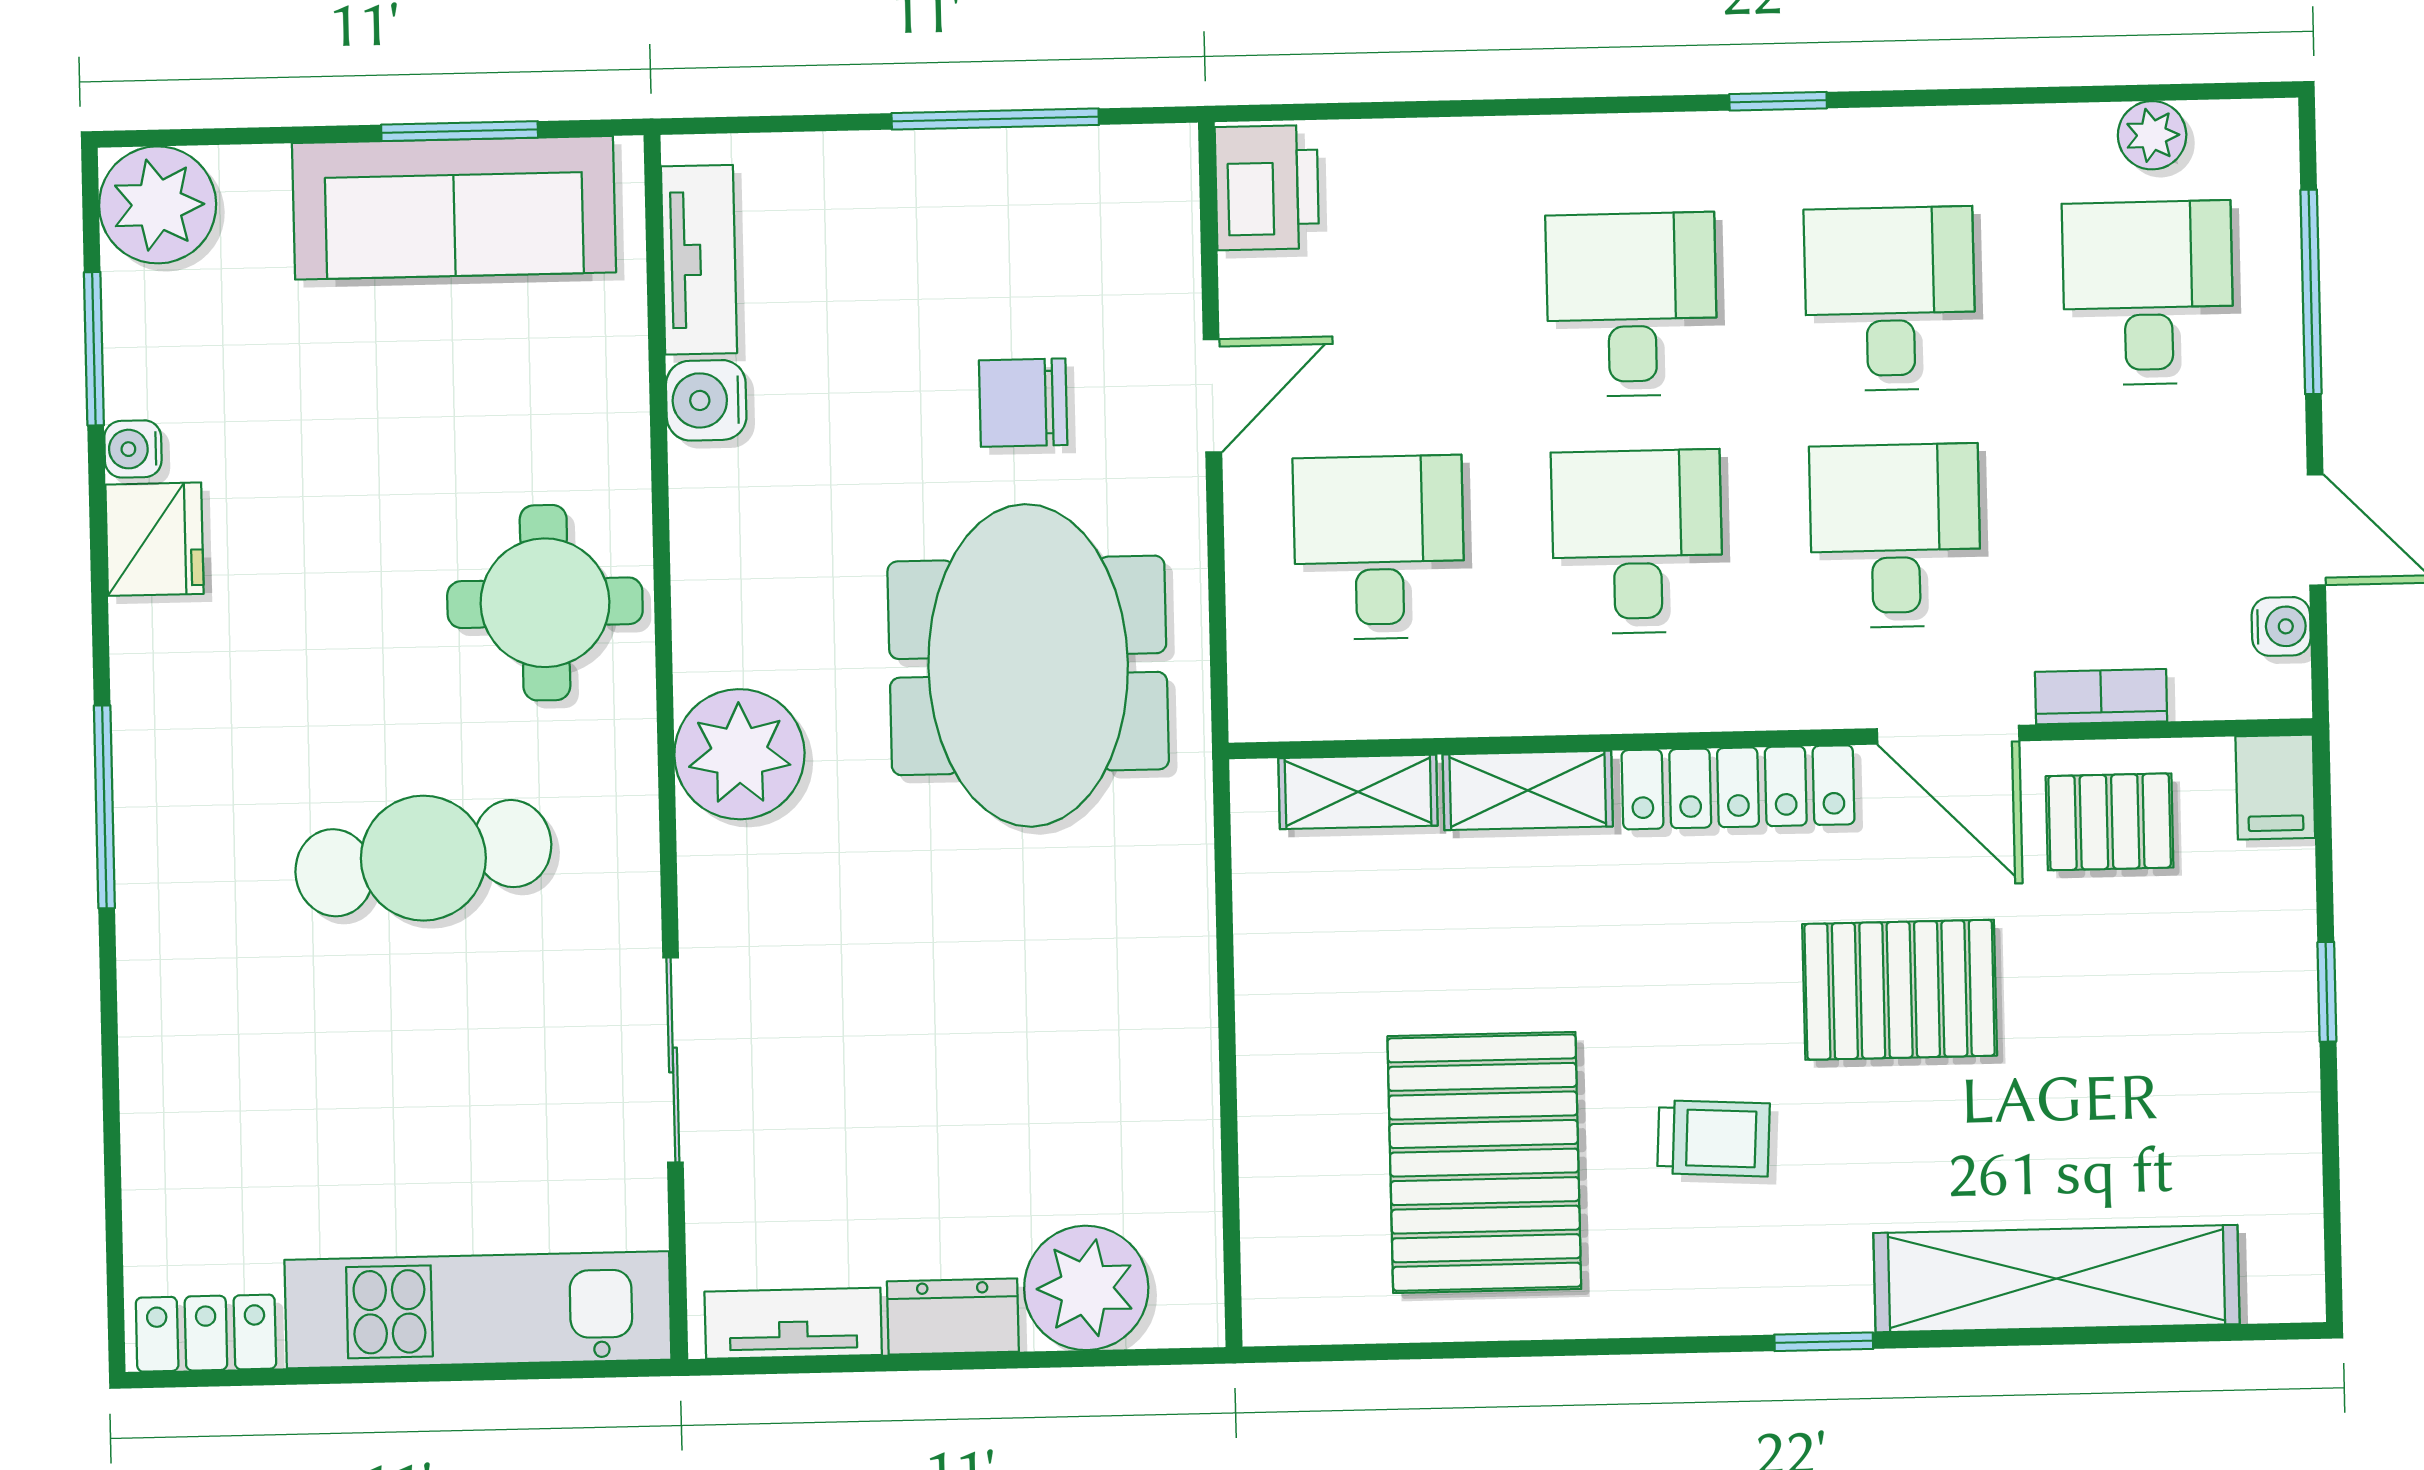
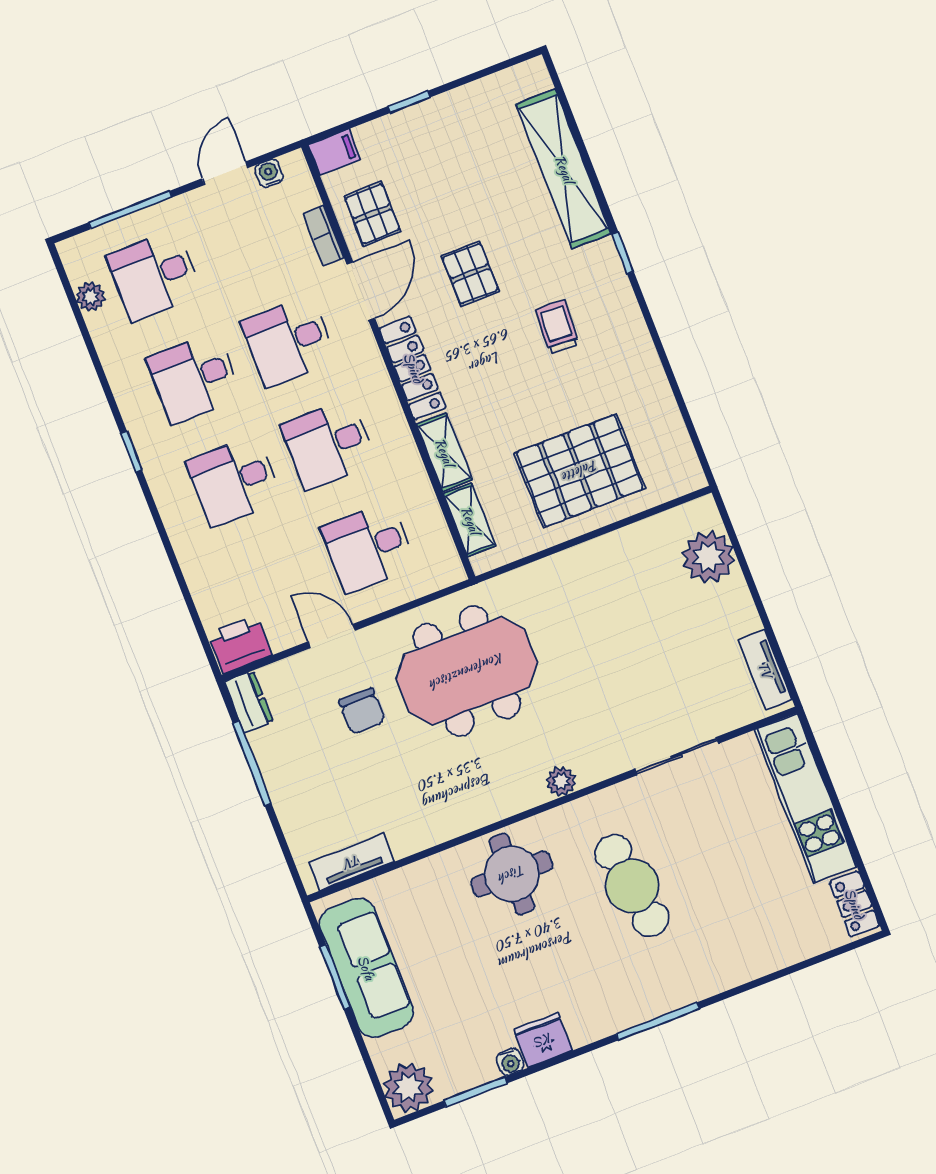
water cooler: (706, 400) -> (407, 839), removed
plant: (739, 754) -> (561, 781), width x0.53, depth x0.53
pallet: (1900, 990) -> (470, 274), width x0.67, depth x0.71
pallet: (1484, 1163) -> (580, 471), moved
dresser: (953, 1317) -> (249, 702), moved, turned 180

